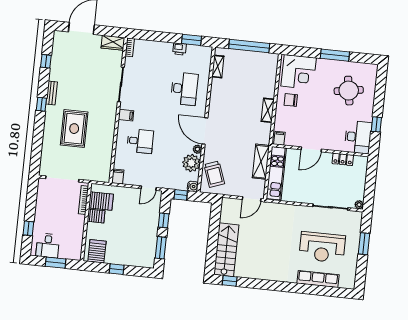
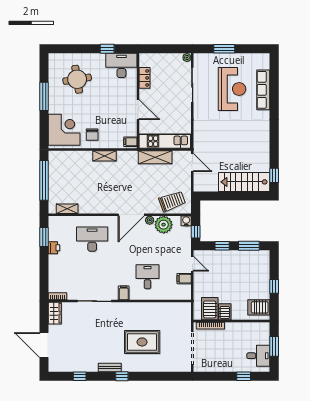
filing cabinet: (118, 177) -> (184, 279), moved

